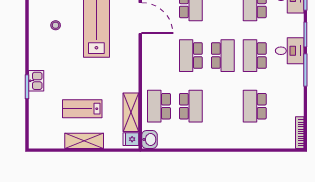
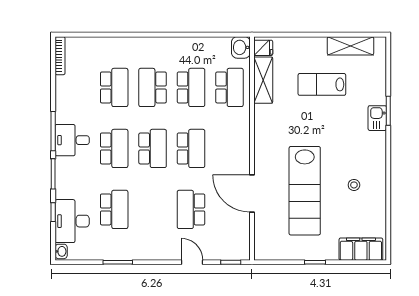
desk: (290, 51) -> (72, 140), moved
school desk: (223, 56) -> (153, 148), turned 180
school desk: (191, 106) -> (191, 87), turned 180
school desk: (223, 106) -> (153, 87), added
lab bench: (82, 109) -> (322, 84), turned 180
shelving: (84, 141) -> (351, 46), moved

